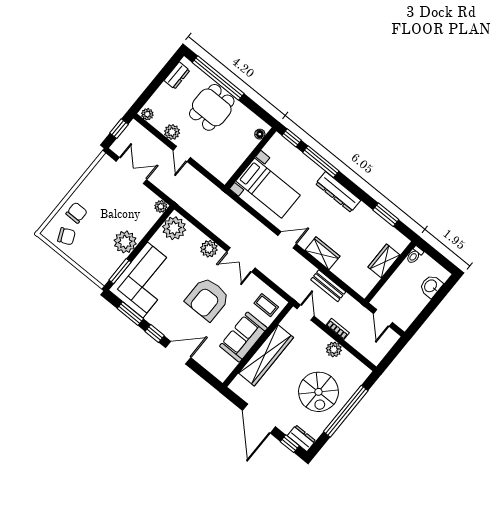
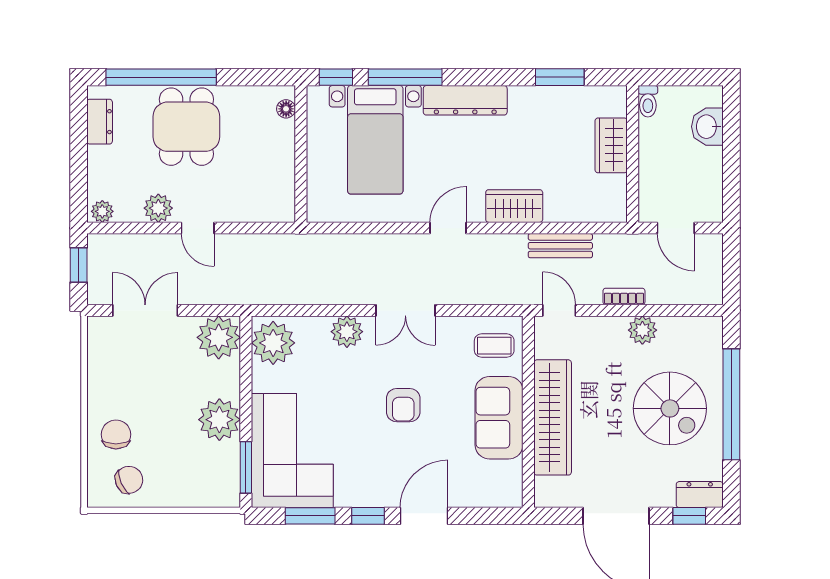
bed with nightstands: (268, 188) -> (375, 140), moved, turned 90
plant: (161, 206) -> (219, 337), width x1.87, depth x1.87
armchair: (207, 299) -> (403, 405), width x0.53, depth x0.53

